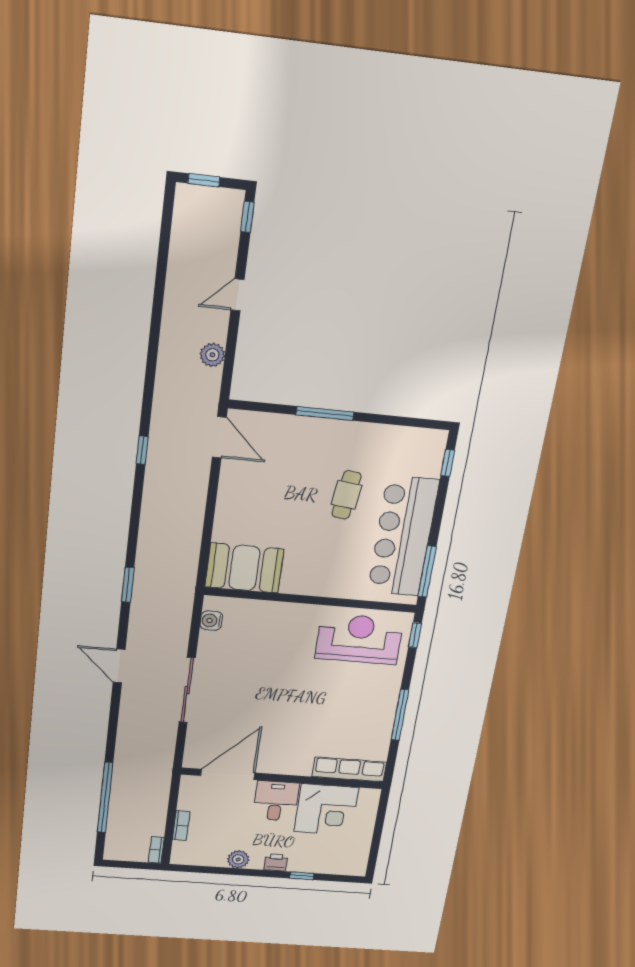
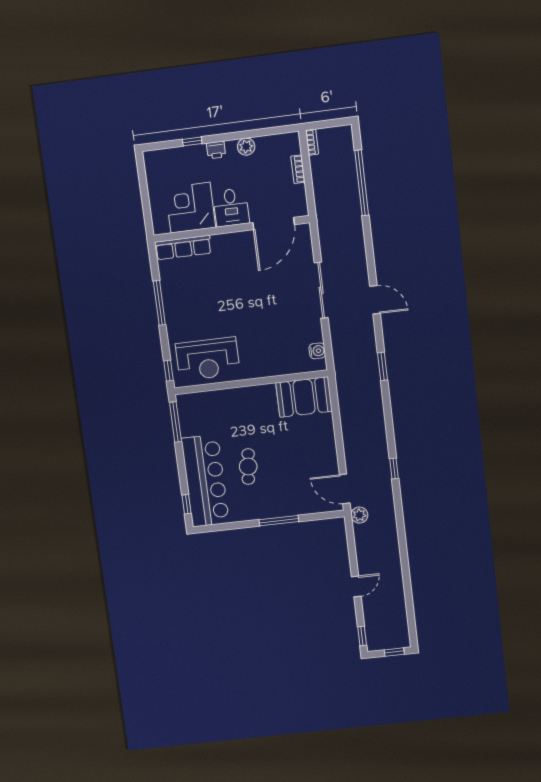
plant: (212, 355) -> (359, 515), moved
bar counter: (403, 536) -> (205, 481), moved

